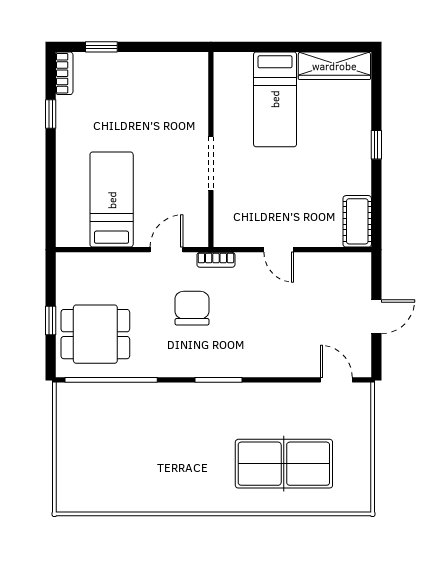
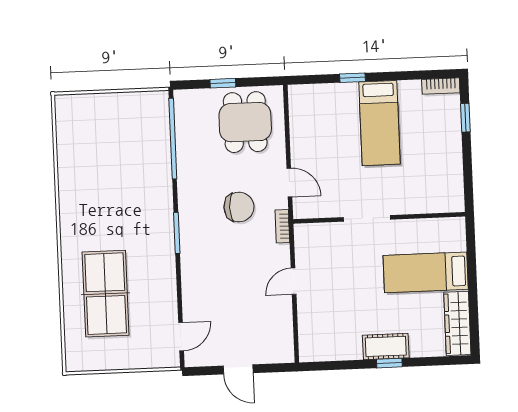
window: (51, 114) -> (353, 78), moved
bed: (112, 200) -> (379, 123), moved, turned 90
cot: (357, 221) -> (386, 346), moved
dining table: (95, 334) -> (245, 122), moved

